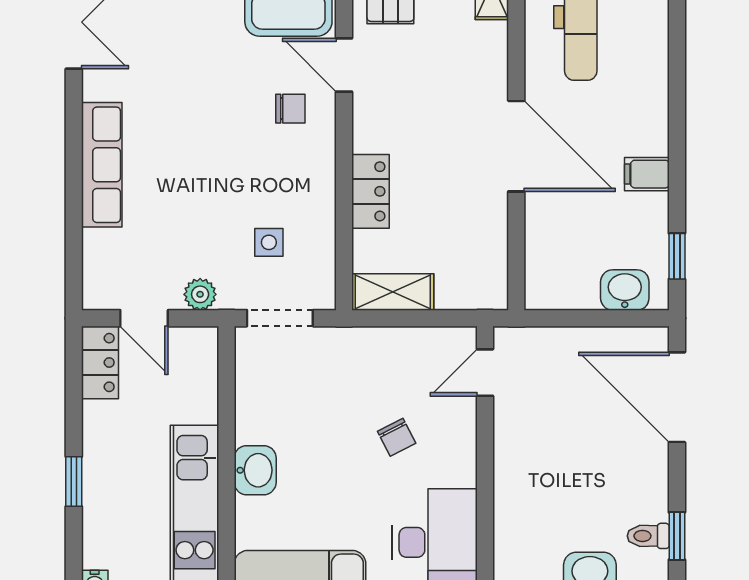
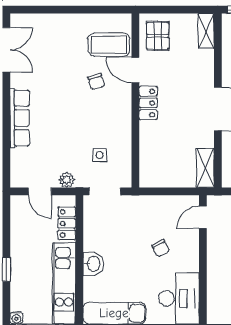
chair: (290, 109) -> (96, 82), moved, turned 74
locker: (371, 191) -> (148, 103), moved
shelving: (393, 292) -> (205, 168), moved, turned 90
locker: (100, 362) -> (67, 223), moved, turned 180

